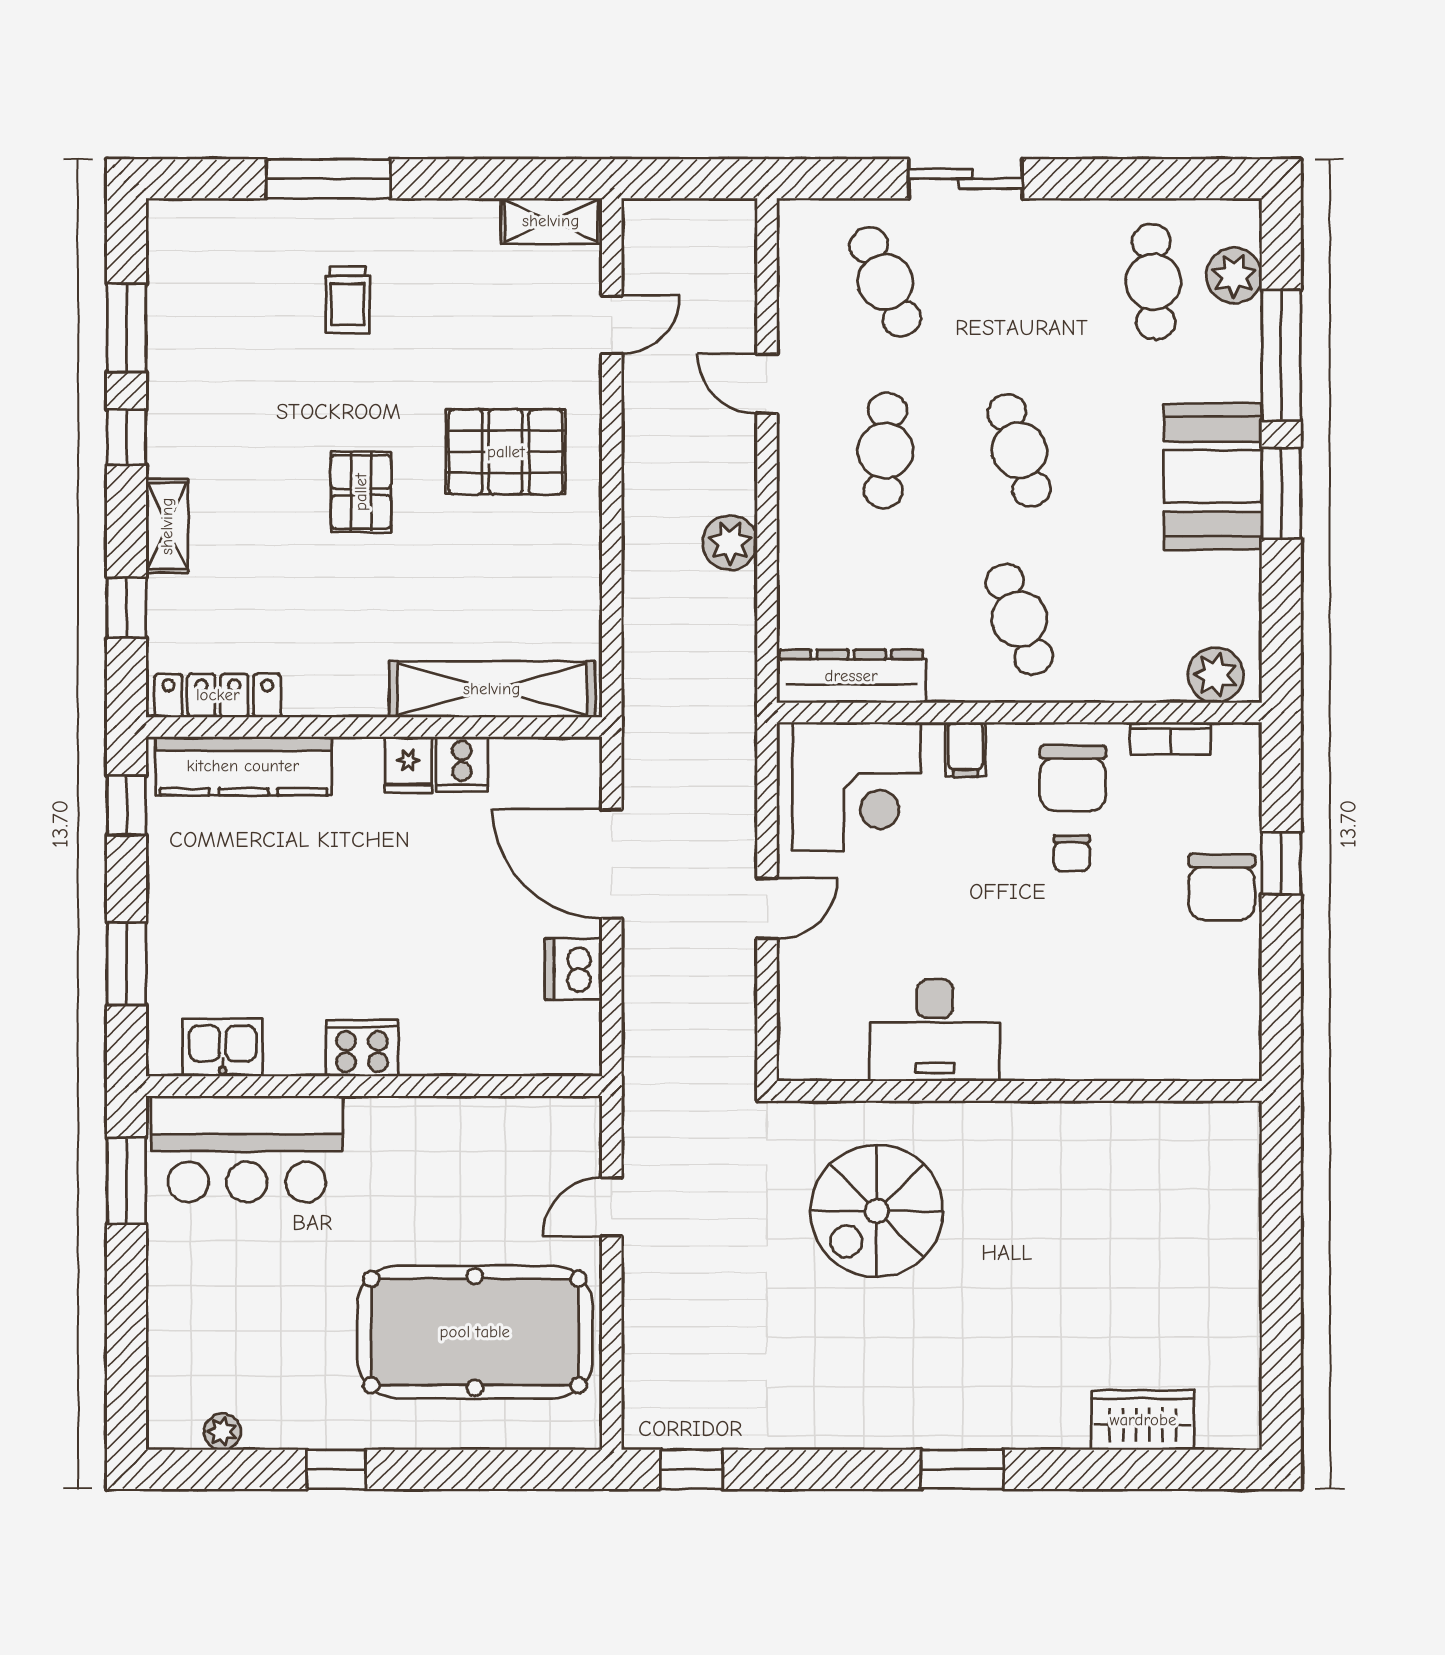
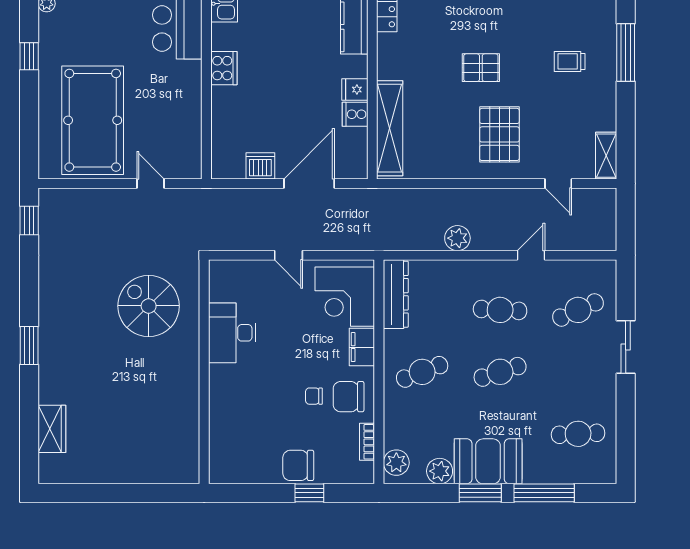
plant: (1234, 276) -> (440, 471), moved
filing cabinet: (966, 749) -> (362, 347), width x2.00

